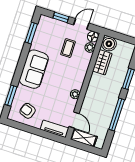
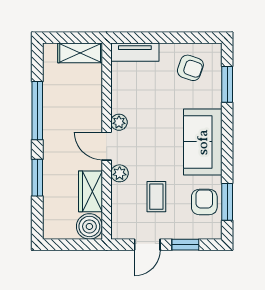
armchair: (43, 37) -> (204, 202), added
floor lamp: (93, 37) -> (120, 230), removed
plant: (90, 47) -> (120, 173), moved
door: (74, 120) -> (107, 146), moved

